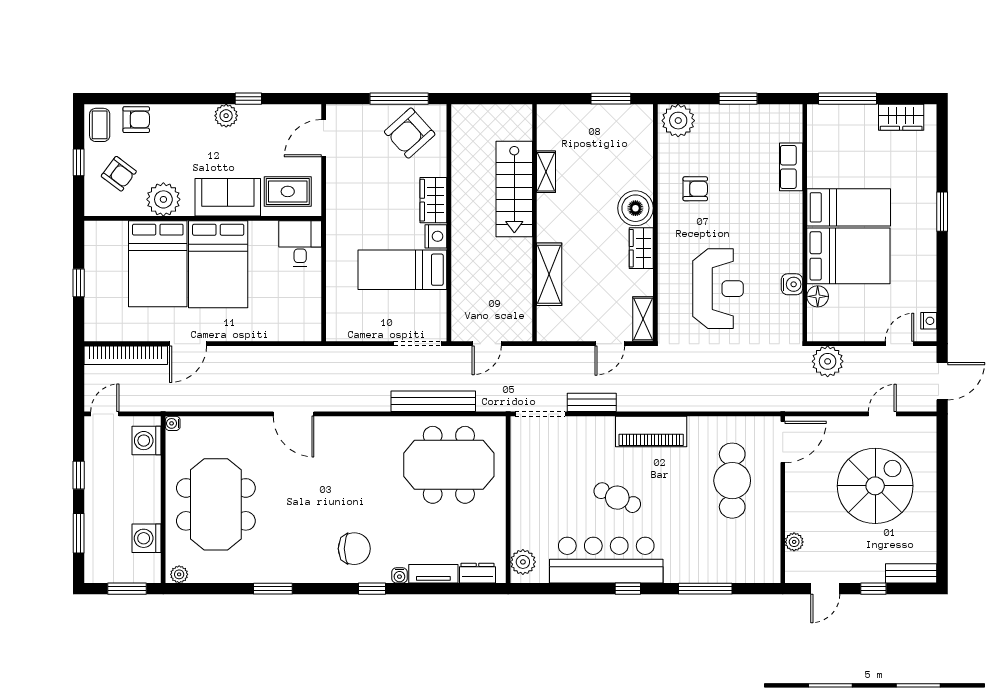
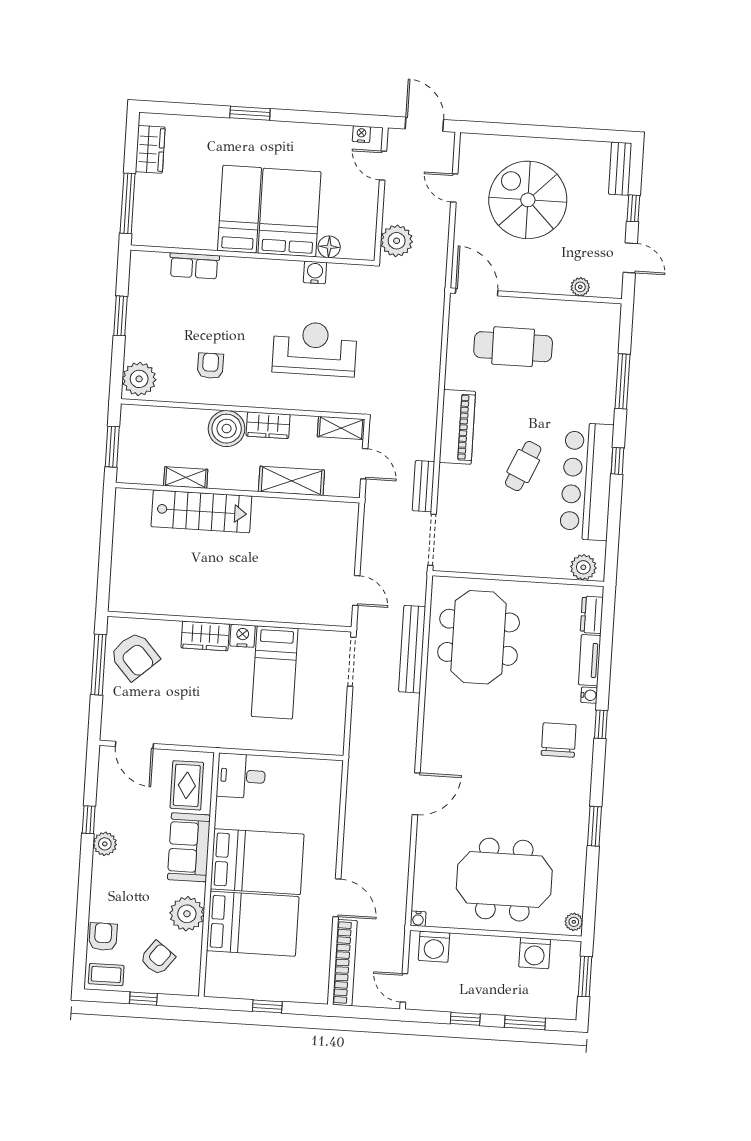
shelving: (546, 172) -> (186, 478), moved
stairs: (514, 189) -> (201, 511), moved
wall: (534, 223) -> (238, 493), moved
shelving: (549, 274) -> (291, 481), moved

